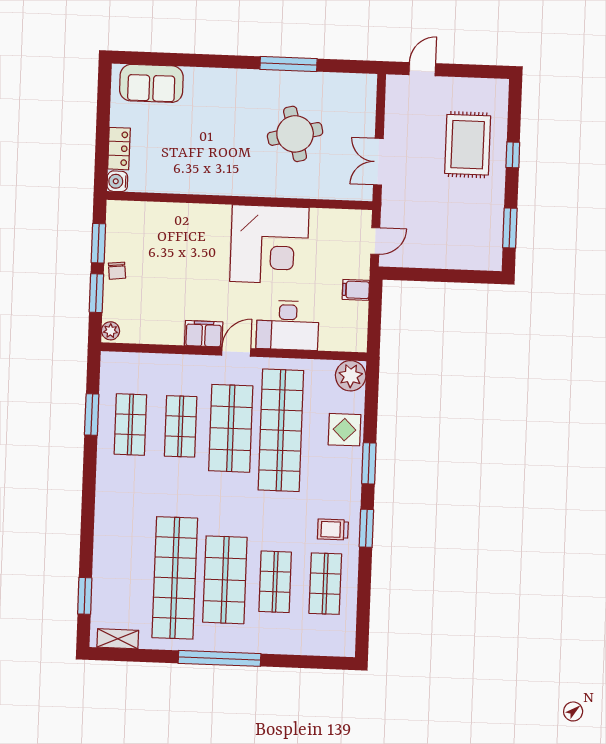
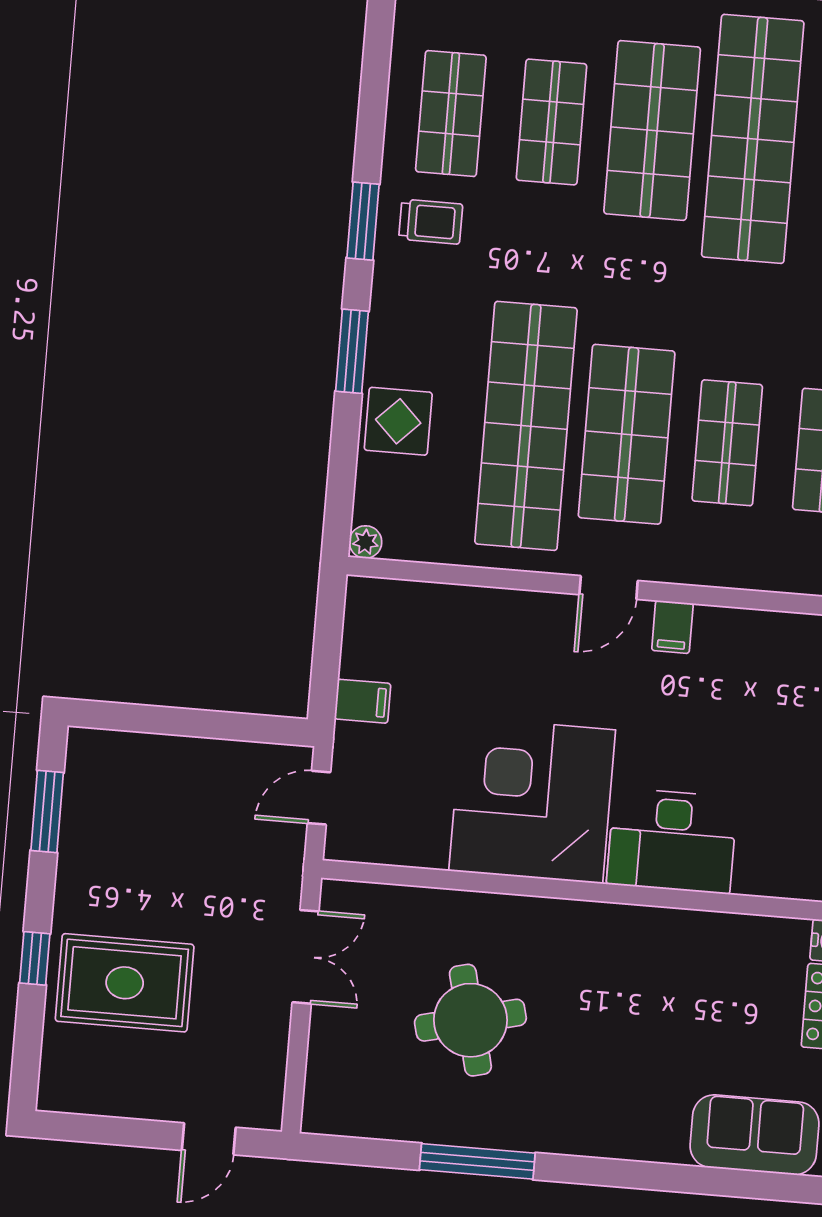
rug: (468, 145) -> (125, 983), turned 90
desk: (288, 325) -> (672, 841), moved, turned 180
filing cabinet: (204, 334) -> (672, 627), width x0.50
plant: (351, 376) -> (365, 542), width x0.53, depth x0.53

